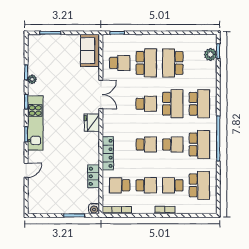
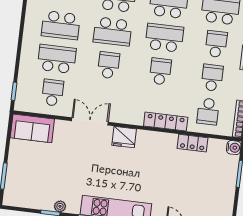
school desk: (173, 104) -> (113, 31), turned 180
school desk: (173, 145) -> (164, 38), width x1.85
school desk: (173, 185) -> (216, 44), turned 180

